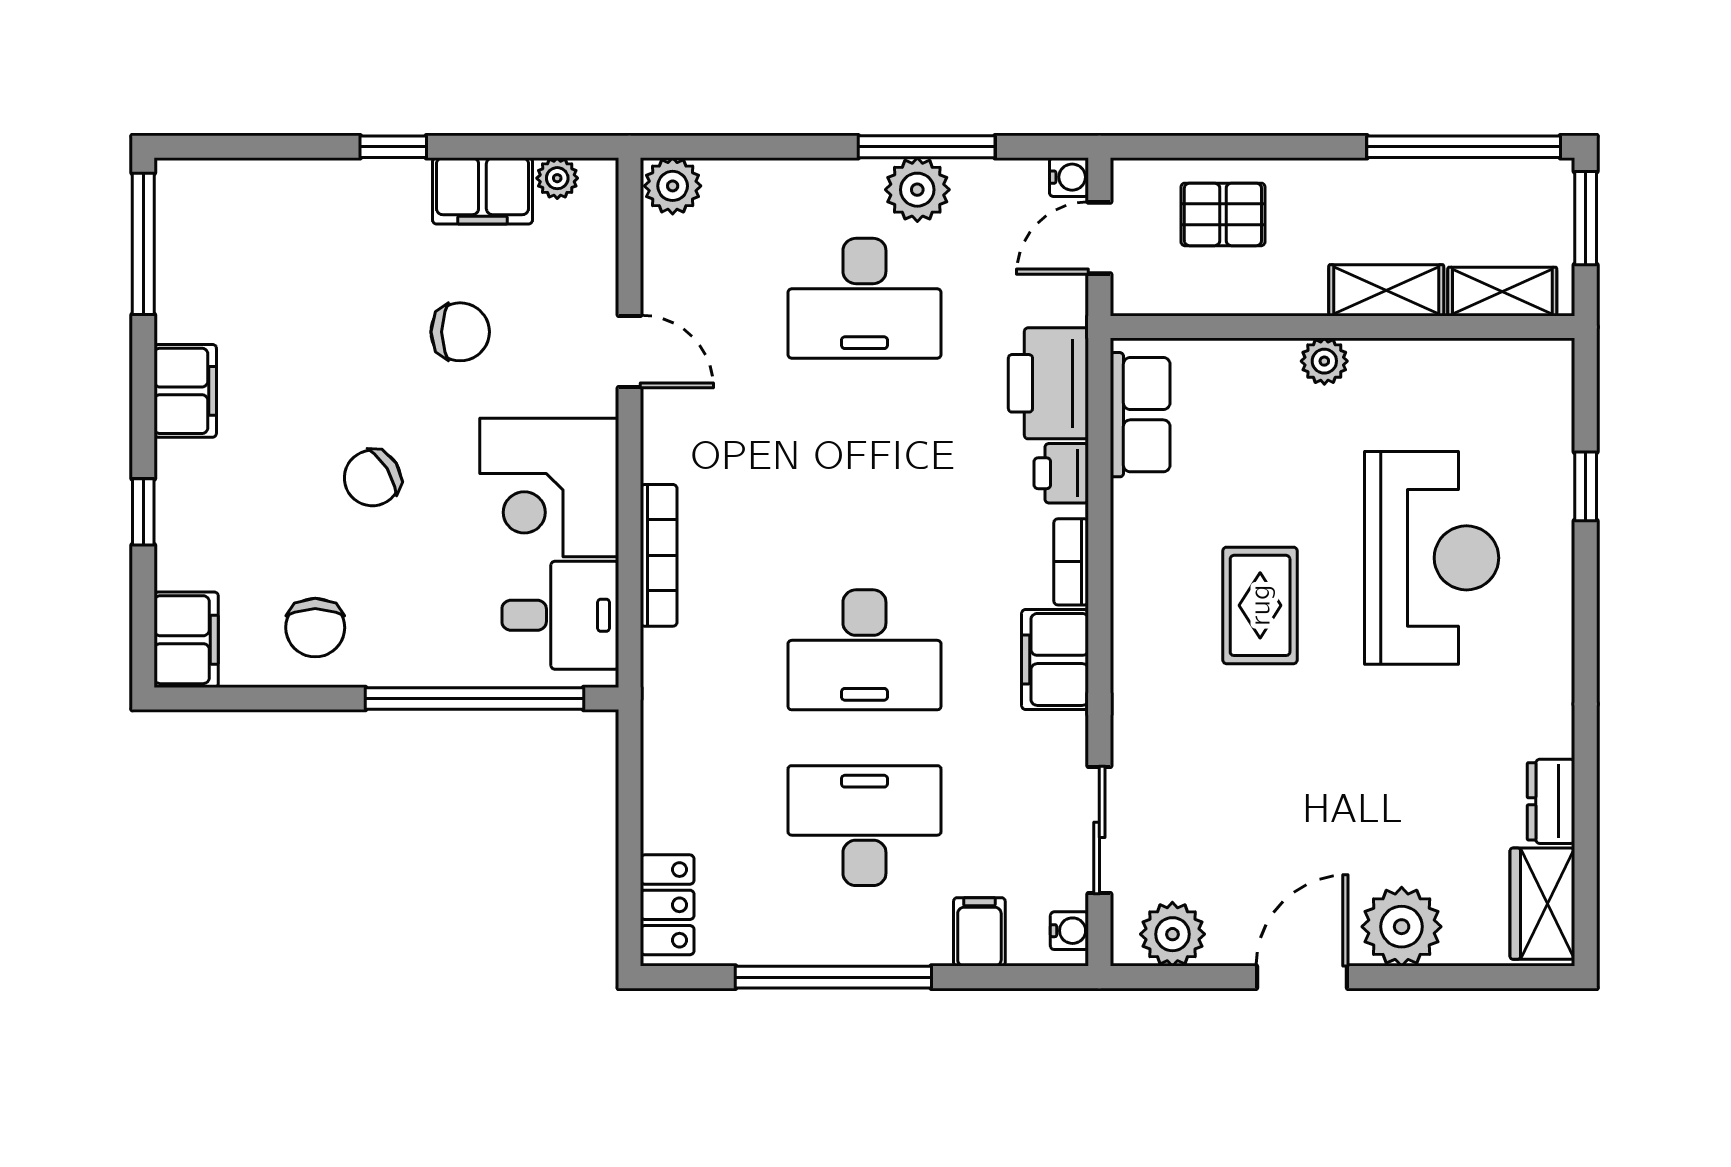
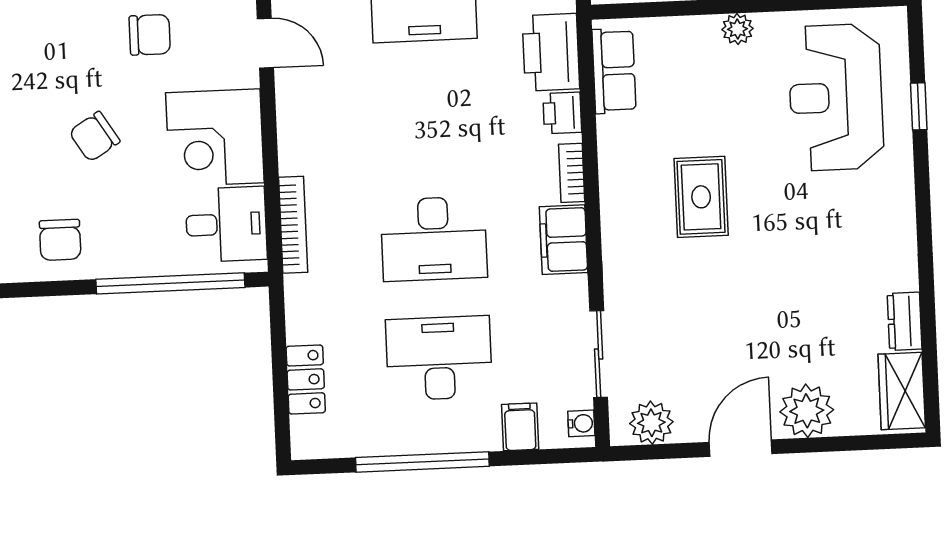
bookcase: (659, 555) -> (293, 225), moved
reception desk: (1432, 558) -> (836, 97), moved, turned 180
locker: (667, 905) -> (306, 379), moved

